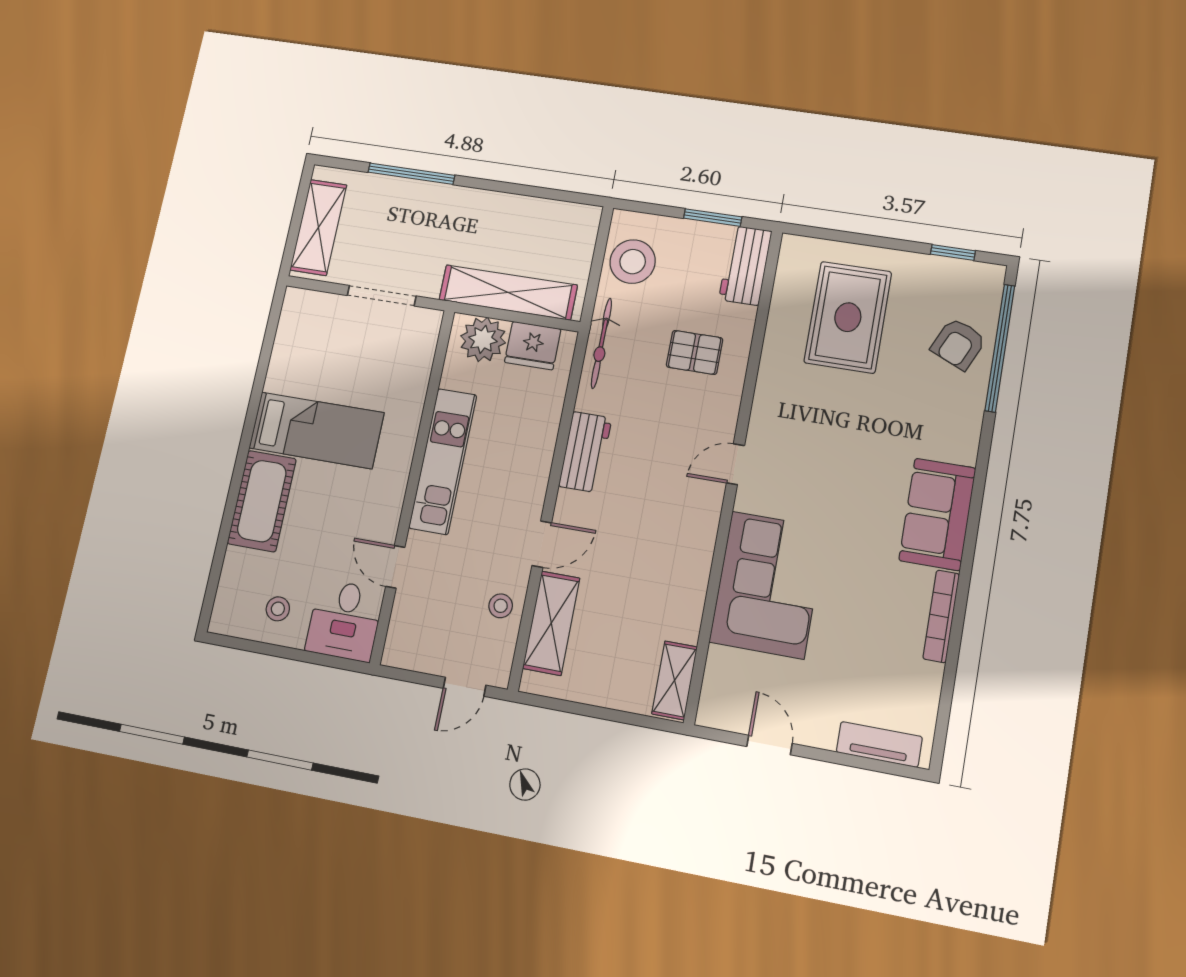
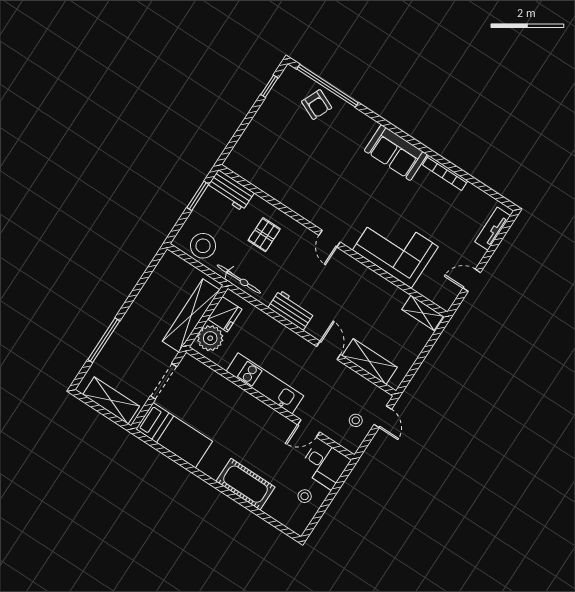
rug: (848, 317) -> (280, 152), removed
bed: (316, 430) -> (174, 435), moved, turned 90
stool: (501, 606) -> (356, 420), moved

